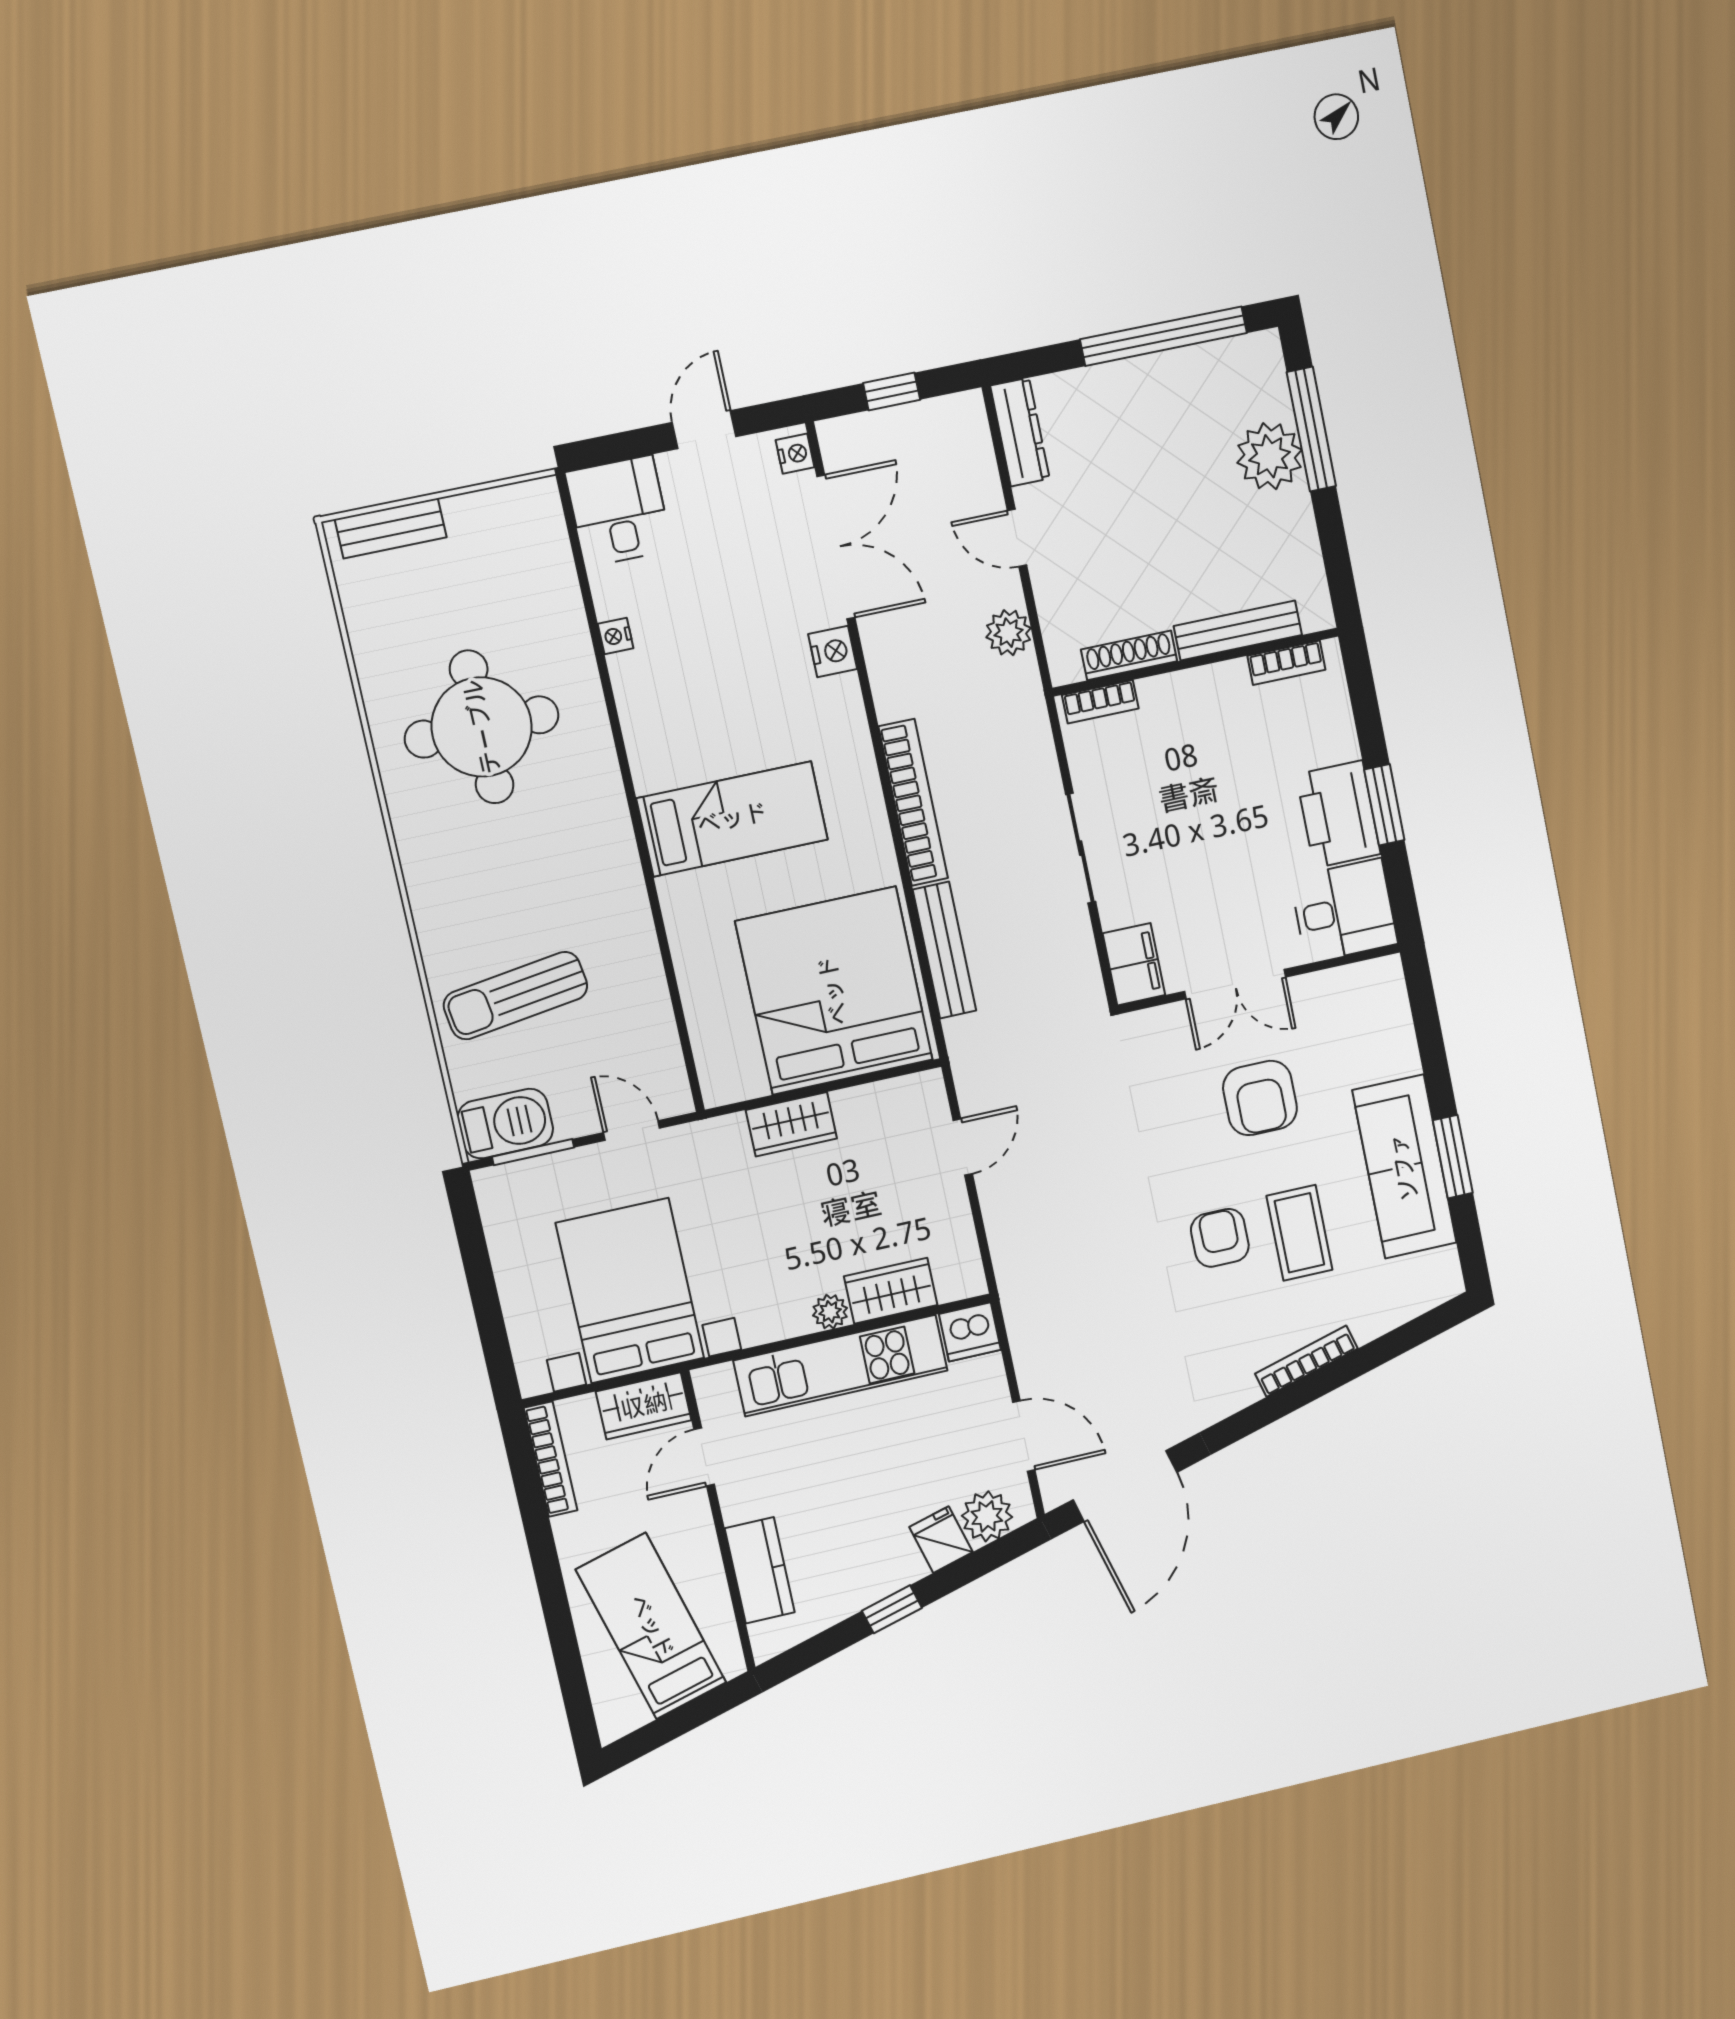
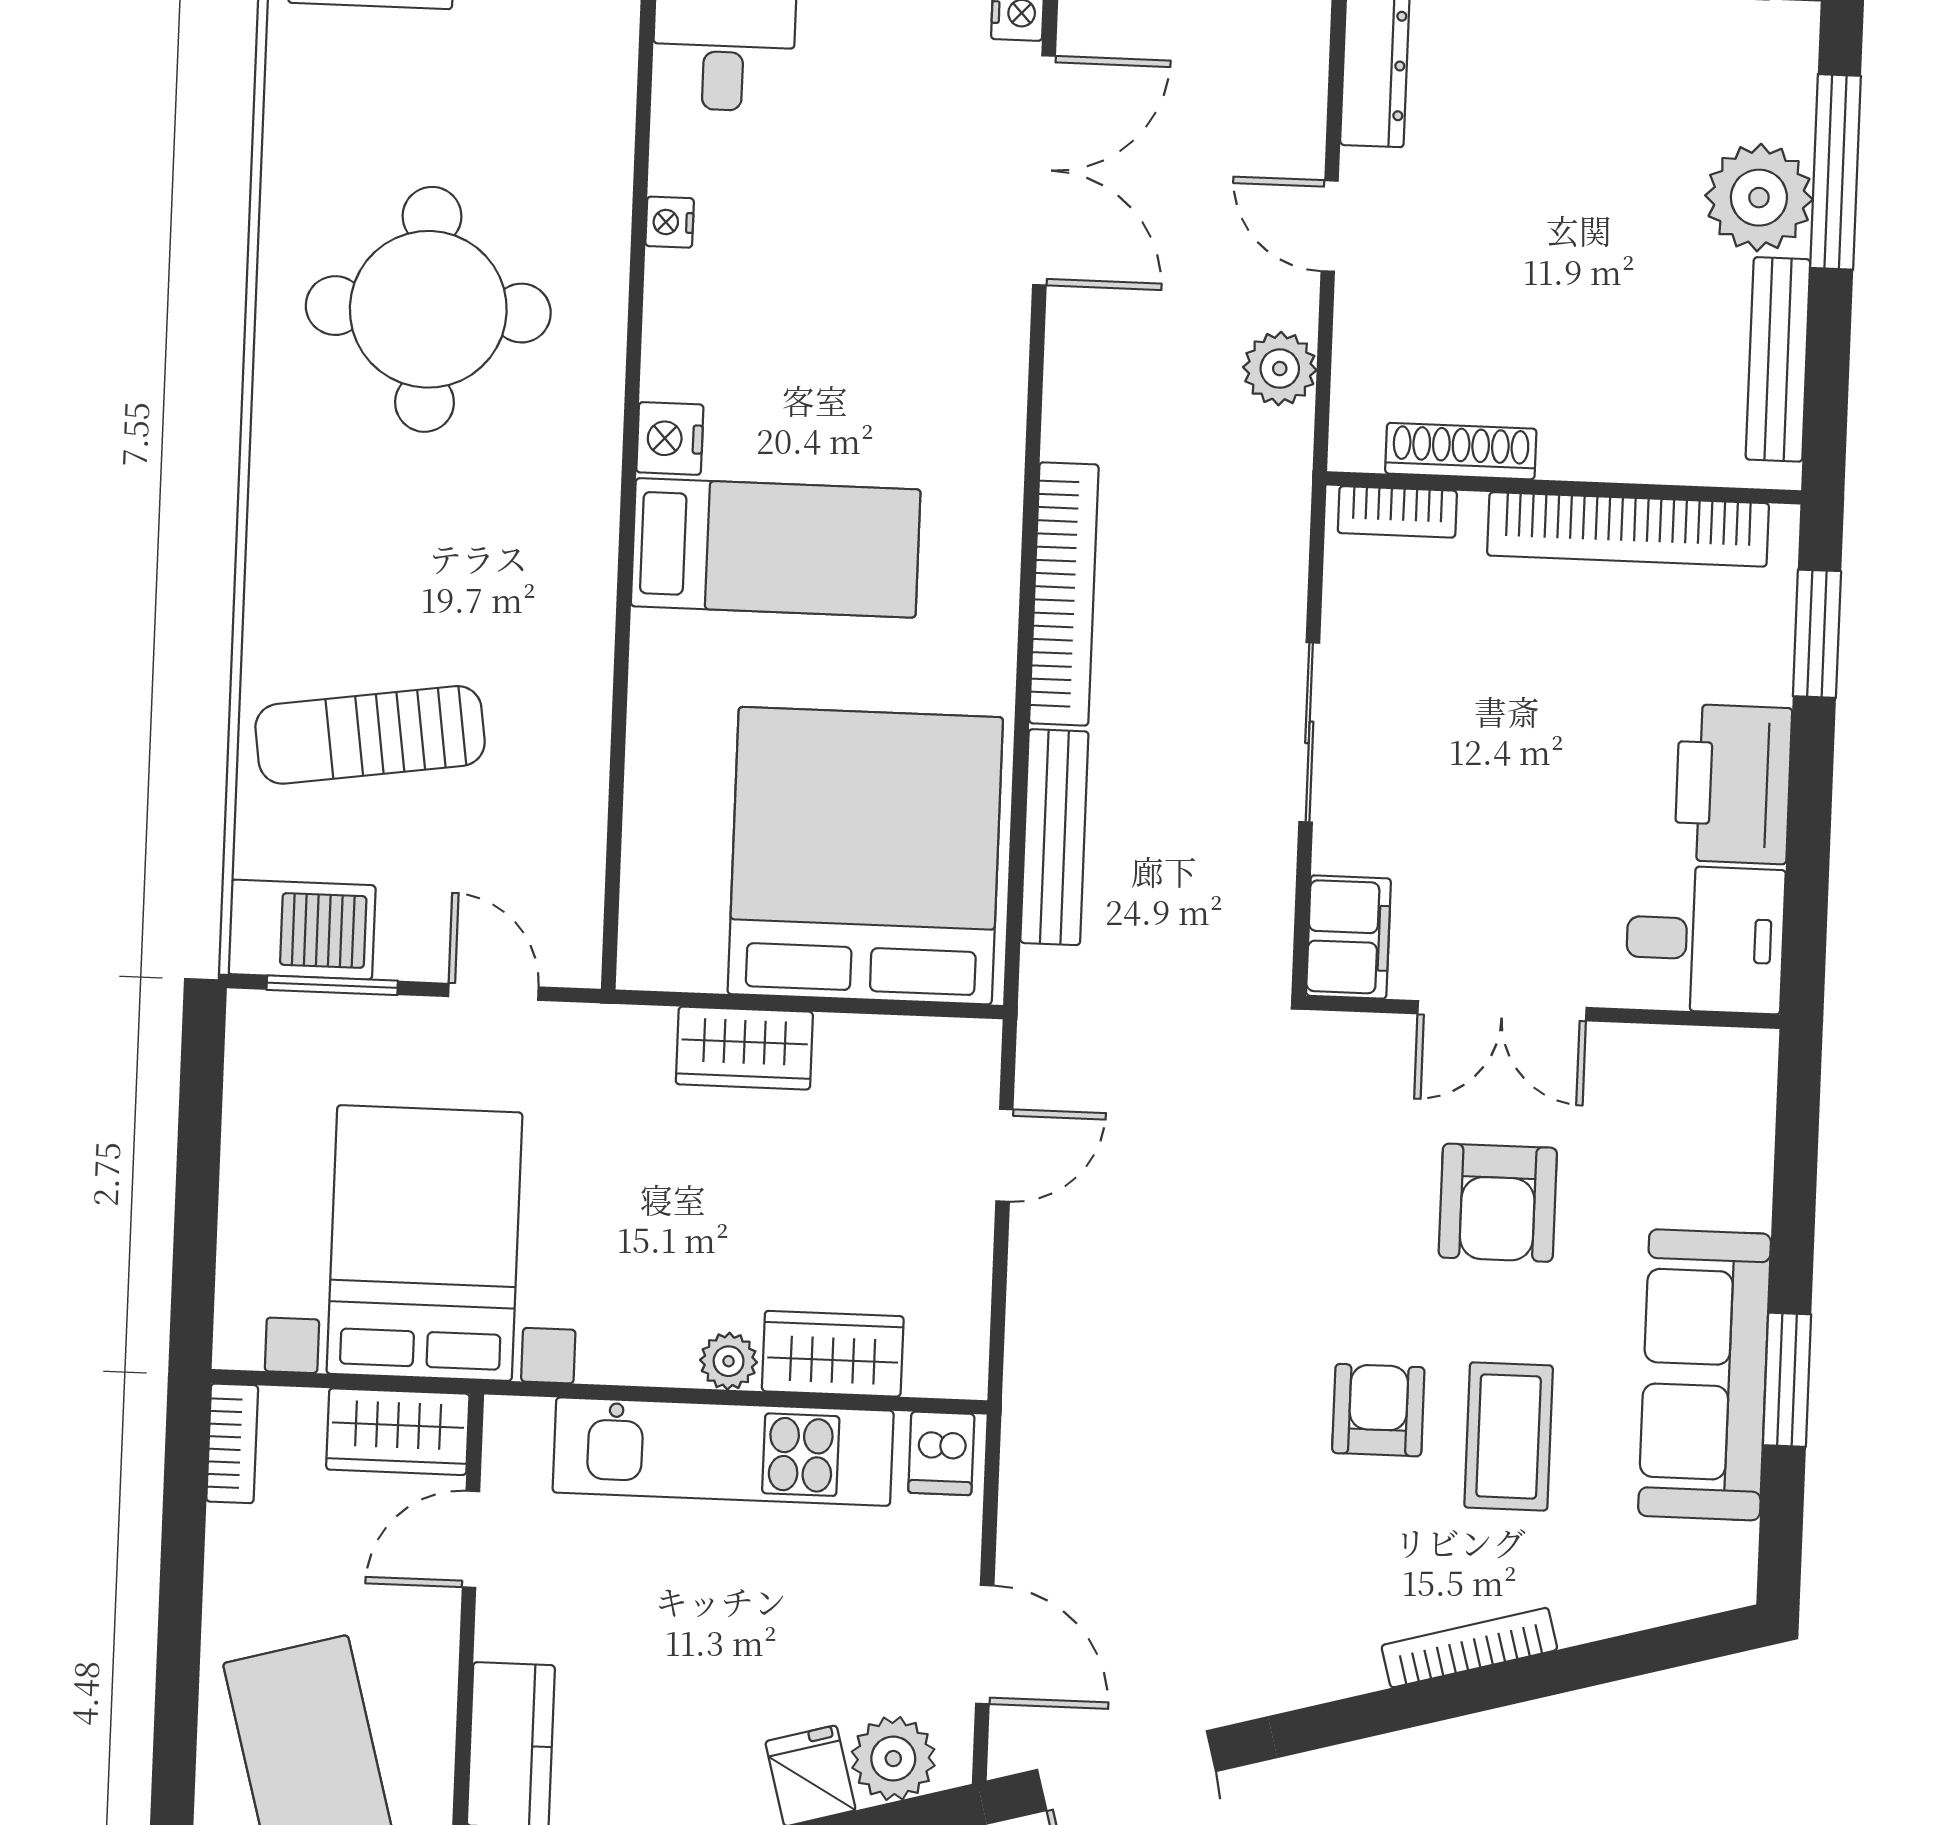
bench: (1238, 631) -> (1778, 359), moved, turned 90
nightstand: (833, 651) -> (670, 438), moved, turned 180
bookcase: (1286, 663) -> (1628, 529), width x2.31, depth x1.31
window: (1384, 805) -> (1817, 634), moved
dishwasher: (970, 1332) -> (941, 1453), width x0.73
bookcase: (551, 1459) -> (232, 1443), width x0.64

